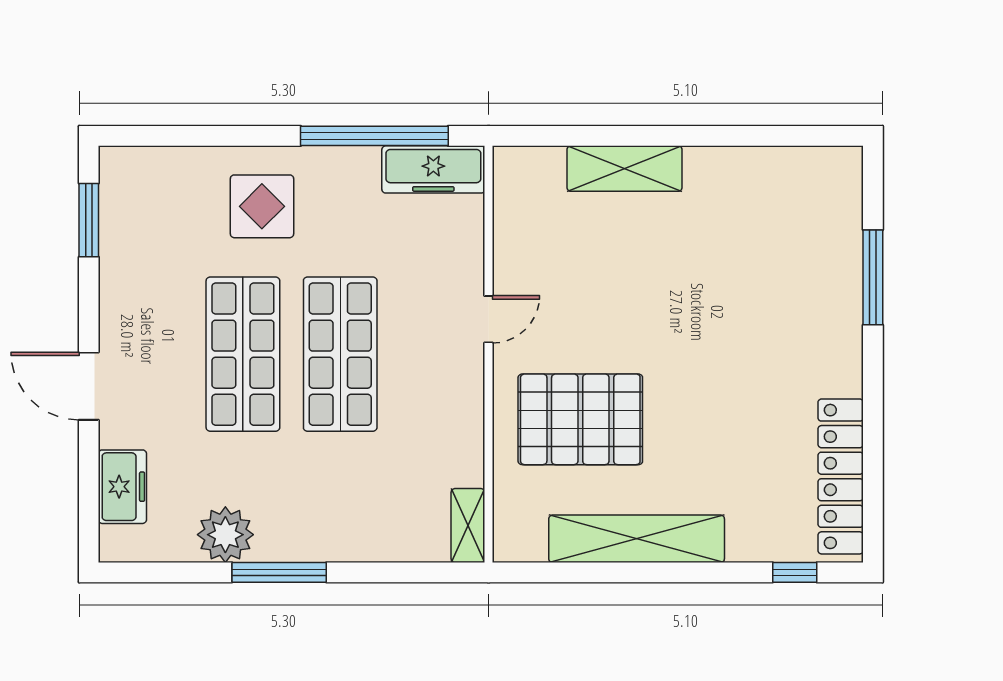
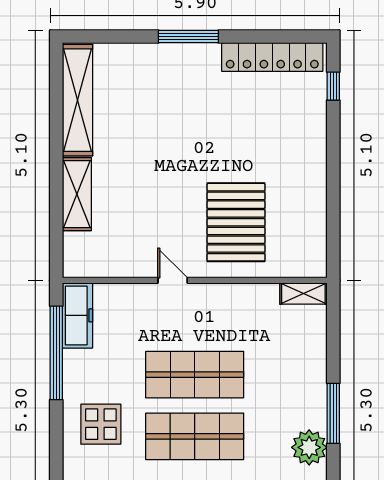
window: (873, 277) -> (188, 37), moved
shelving: (637, 539) -> (77, 100), moved

